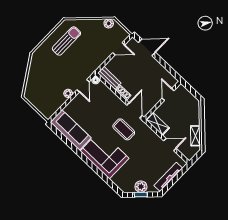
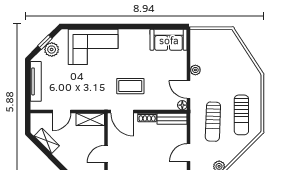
sun lounger: (87, 53) -> (213, 122), added
door: (168, 94) -> (106, 154), swing flipped
coffee table: (124, 129) -> (130, 86), moved
sofa: (71, 130) -> (169, 40), width x0.73
corner sofa: (105, 155) -> (93, 47), moved

